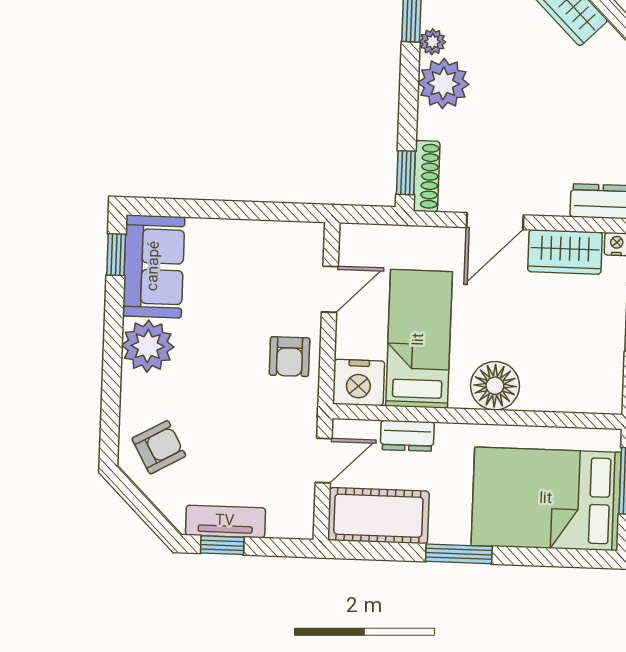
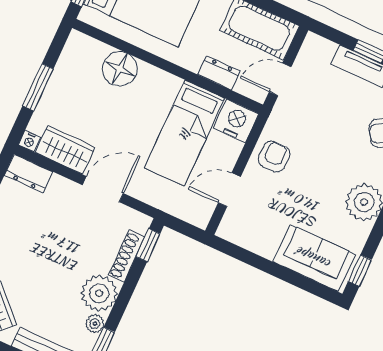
shoe rack: (427, 176) -> (127, 256), moved
sofa: (154, 266) -> (314, 258), moved, turned 90
floor lamp: (495, 386) -> (120, 69), moved

